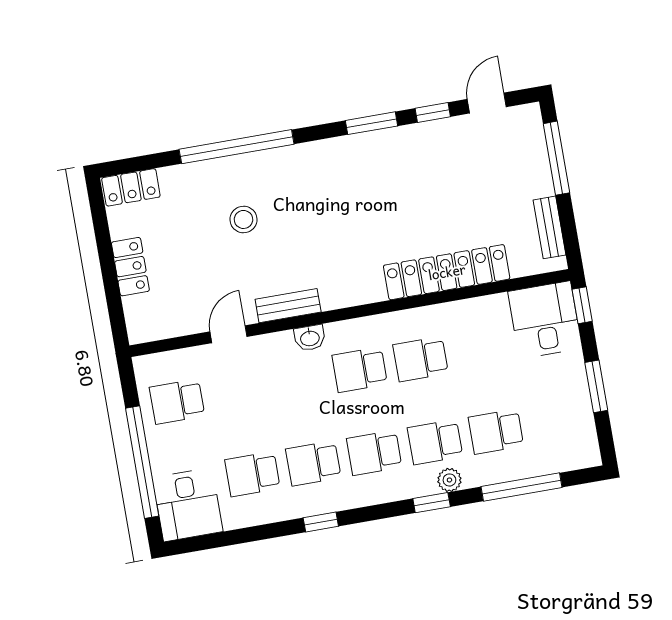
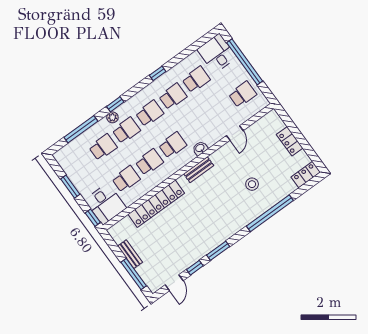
bench: (549, 227) -> (130, 254), moved
bench: (288, 306) -> (199, 170), moved
school desk: (481, 348) -> (126, 179), added

